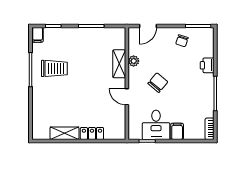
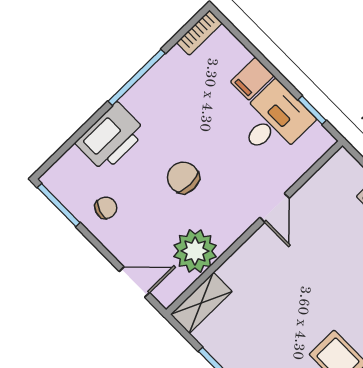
plant: (134, 61) -> (195, 251), width x1.88, depth x1.88
shelving: (119, 64) -> (201, 303), moved
printer: (207, 65) -> (111, 137), width x1.87, depth x1.48
chair: (158, 83) -> (183, 178), moved, turned 50

